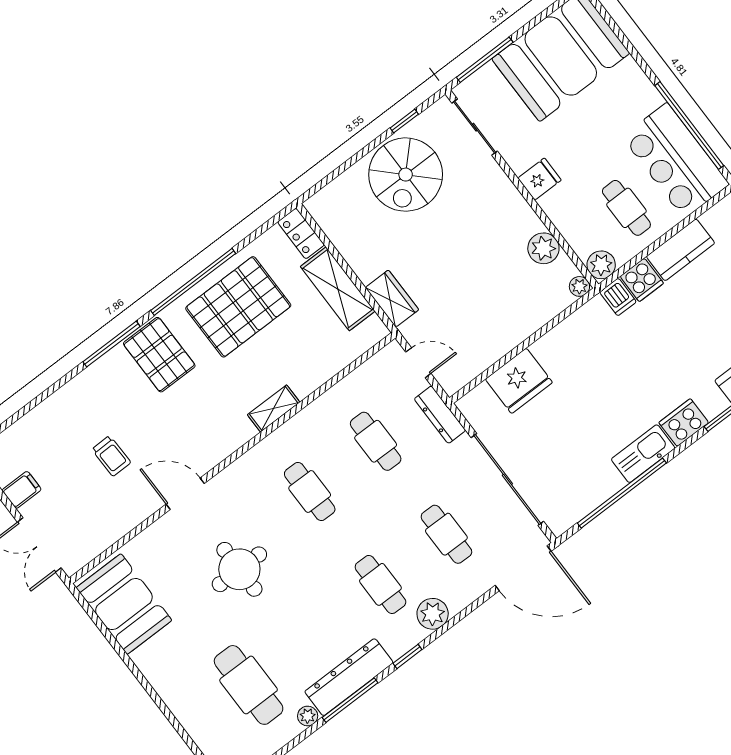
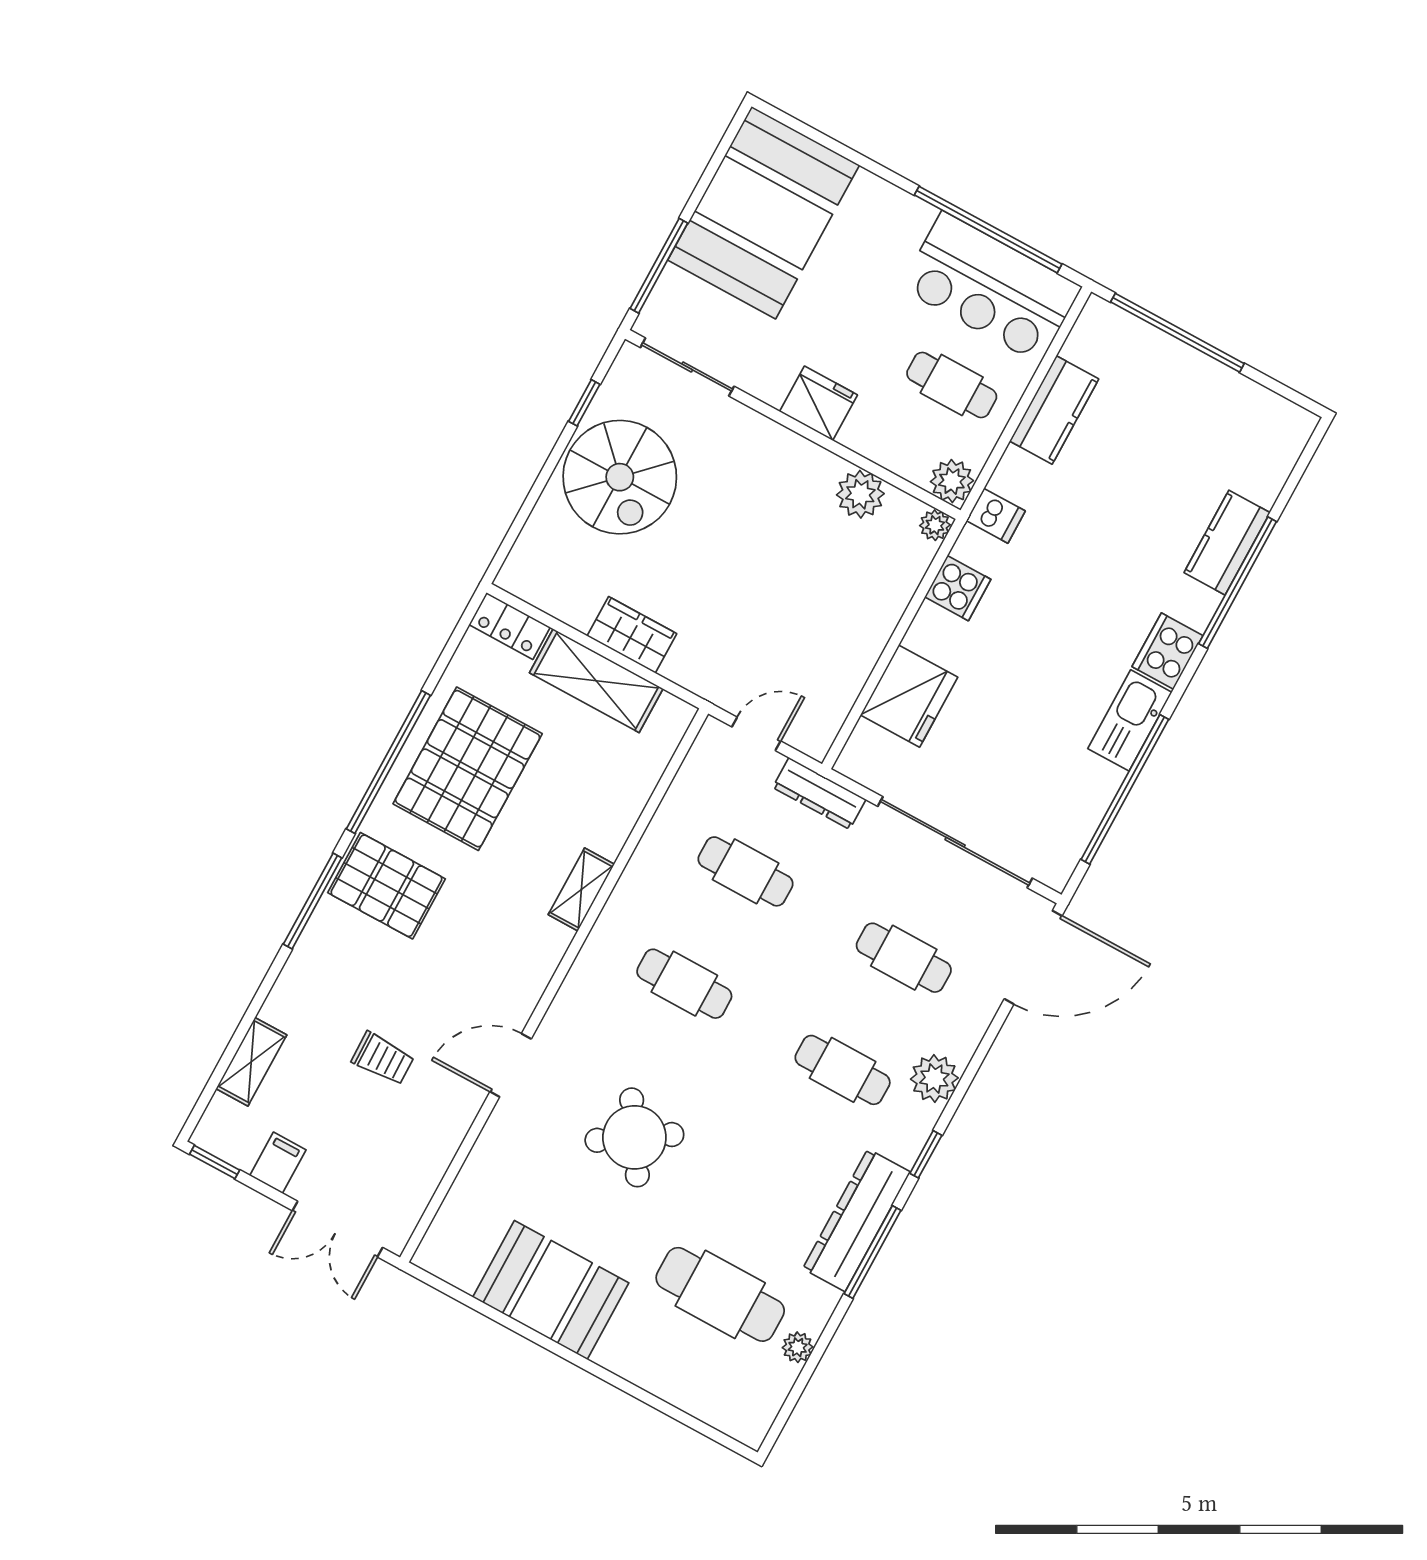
fridge: (539, 179) -> (818, 403), width x1.38
cooker: (642, 280) -> (958, 588), moved
wardrobe: (392, 299) -> (632, 635), moved
shelving: (33, 423) -> (251, 1062), added
round table: (239, 569) -> (634, 1137), turned -33
booth: (124, 604) -> (551, 1290), moved
plant: (308, 716) -> (798, 1347), moved

